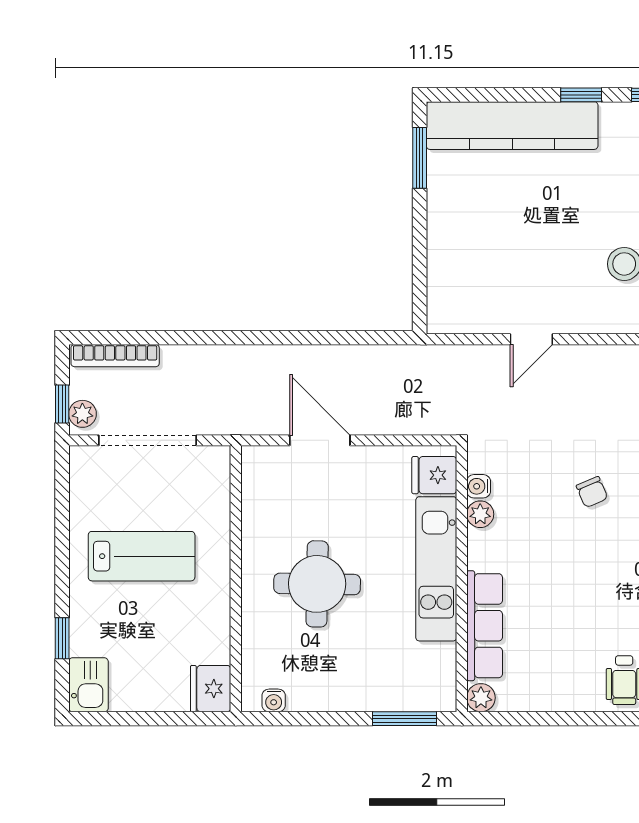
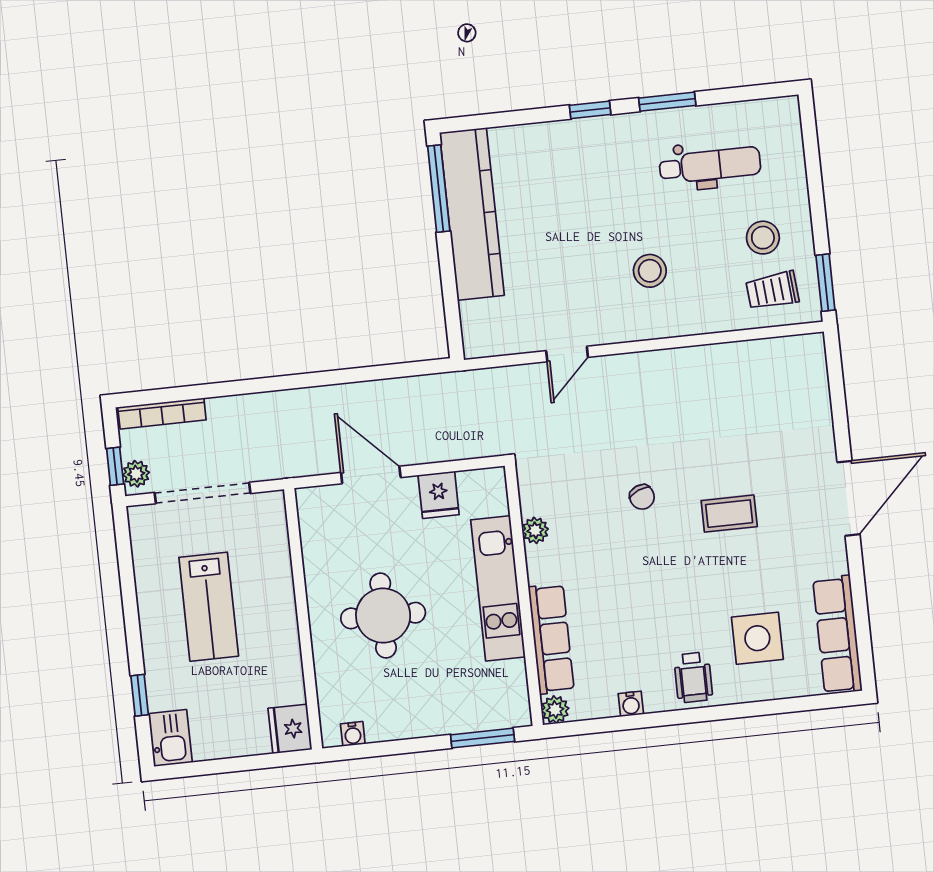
kitchen counter: (512, 126) -> (472, 214), moved, turned -90
window: (420, 158) -> (439, 189), width x1.44
fridge: (434, 475) -> (439, 495), moved, turned -90
water cooler: (479, 486) -> (631, 704), moved, turned -90
lab bench: (142, 556) -> (209, 607), turned 90

